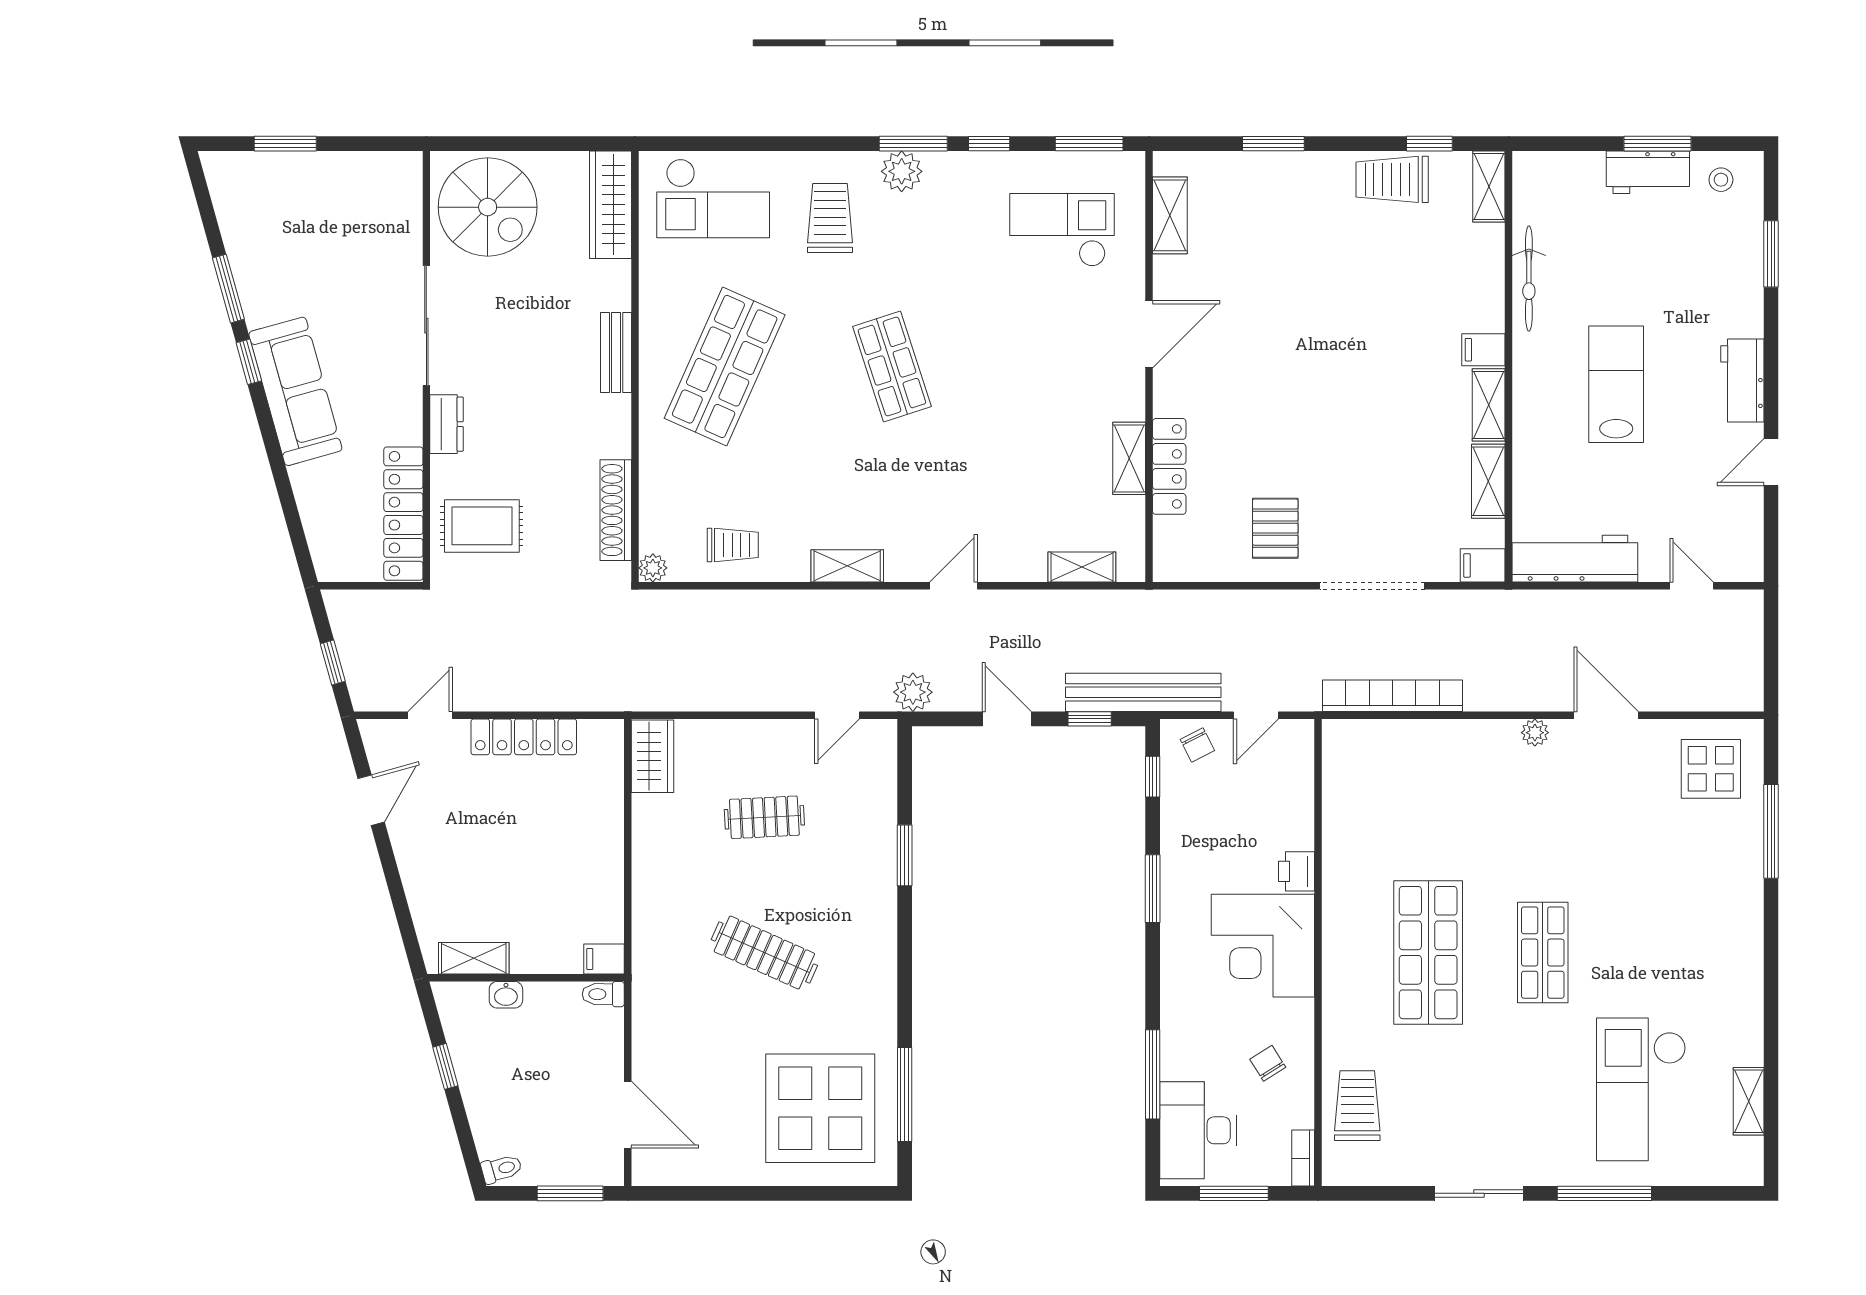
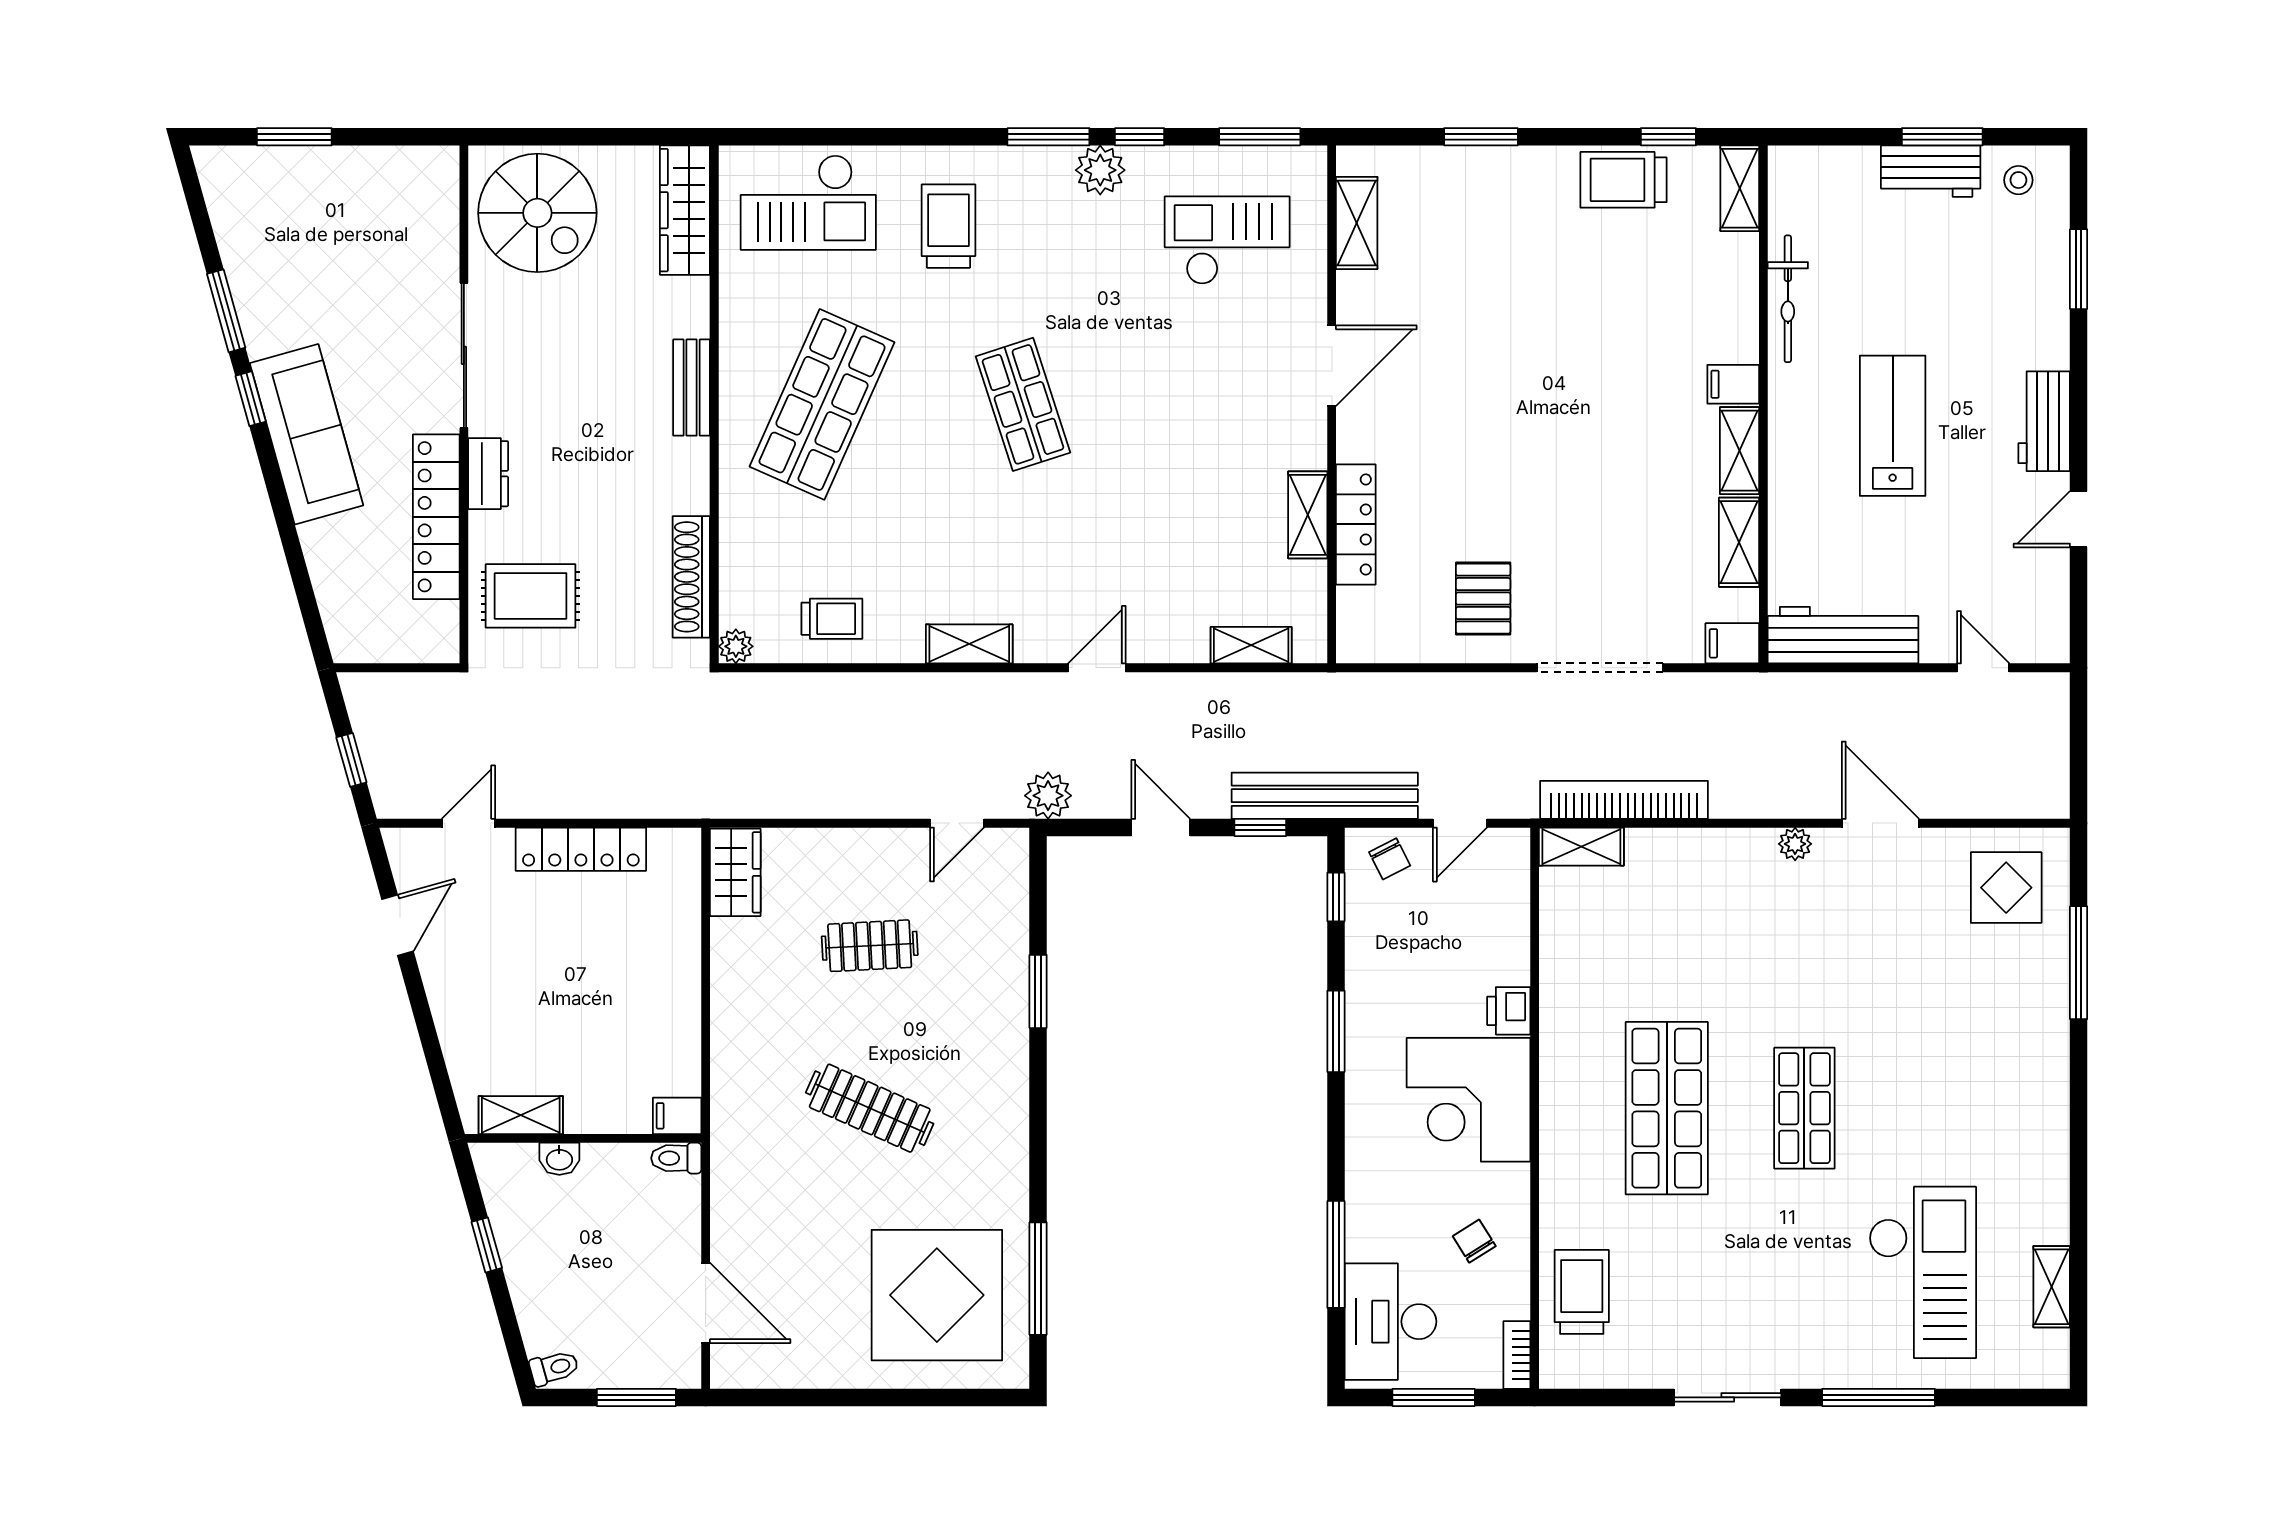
plant: (902, 171) -> (1100, 170), moved
locker: (403, 514) -> (436, 517), moved
shelving: (1357, 735) -> (1581, 847), added
checkout: (1641, 1089) -> (1923, 1272), turned 180

